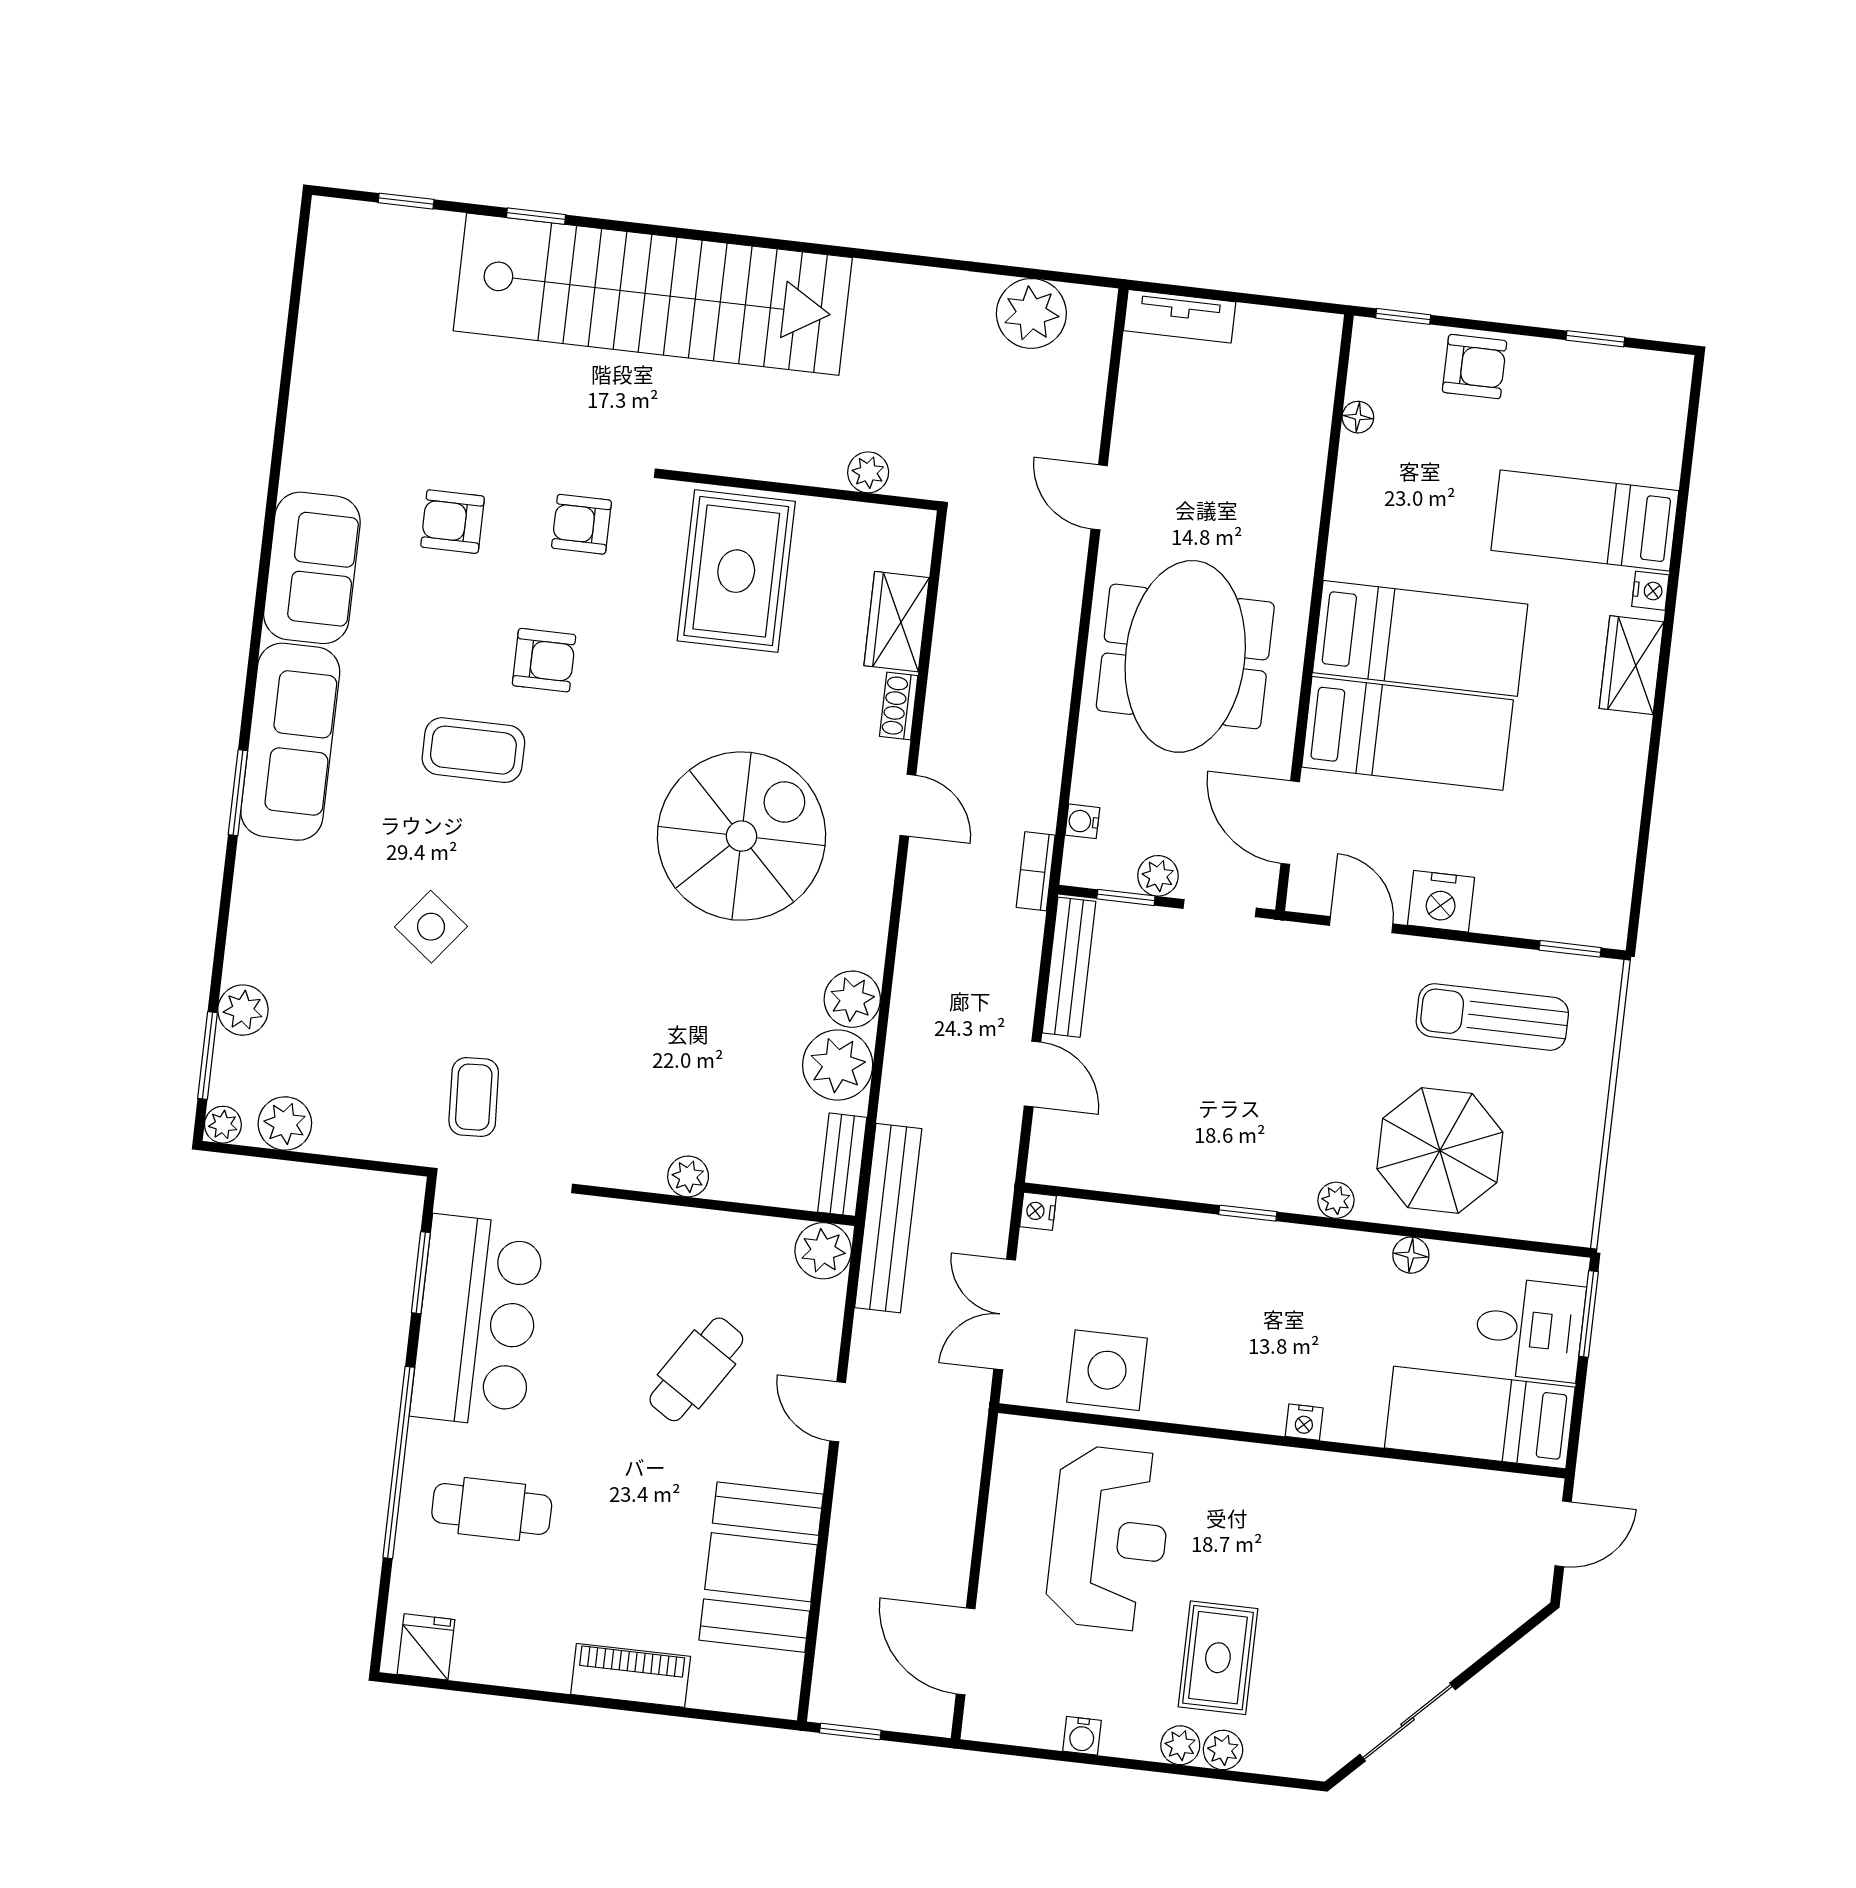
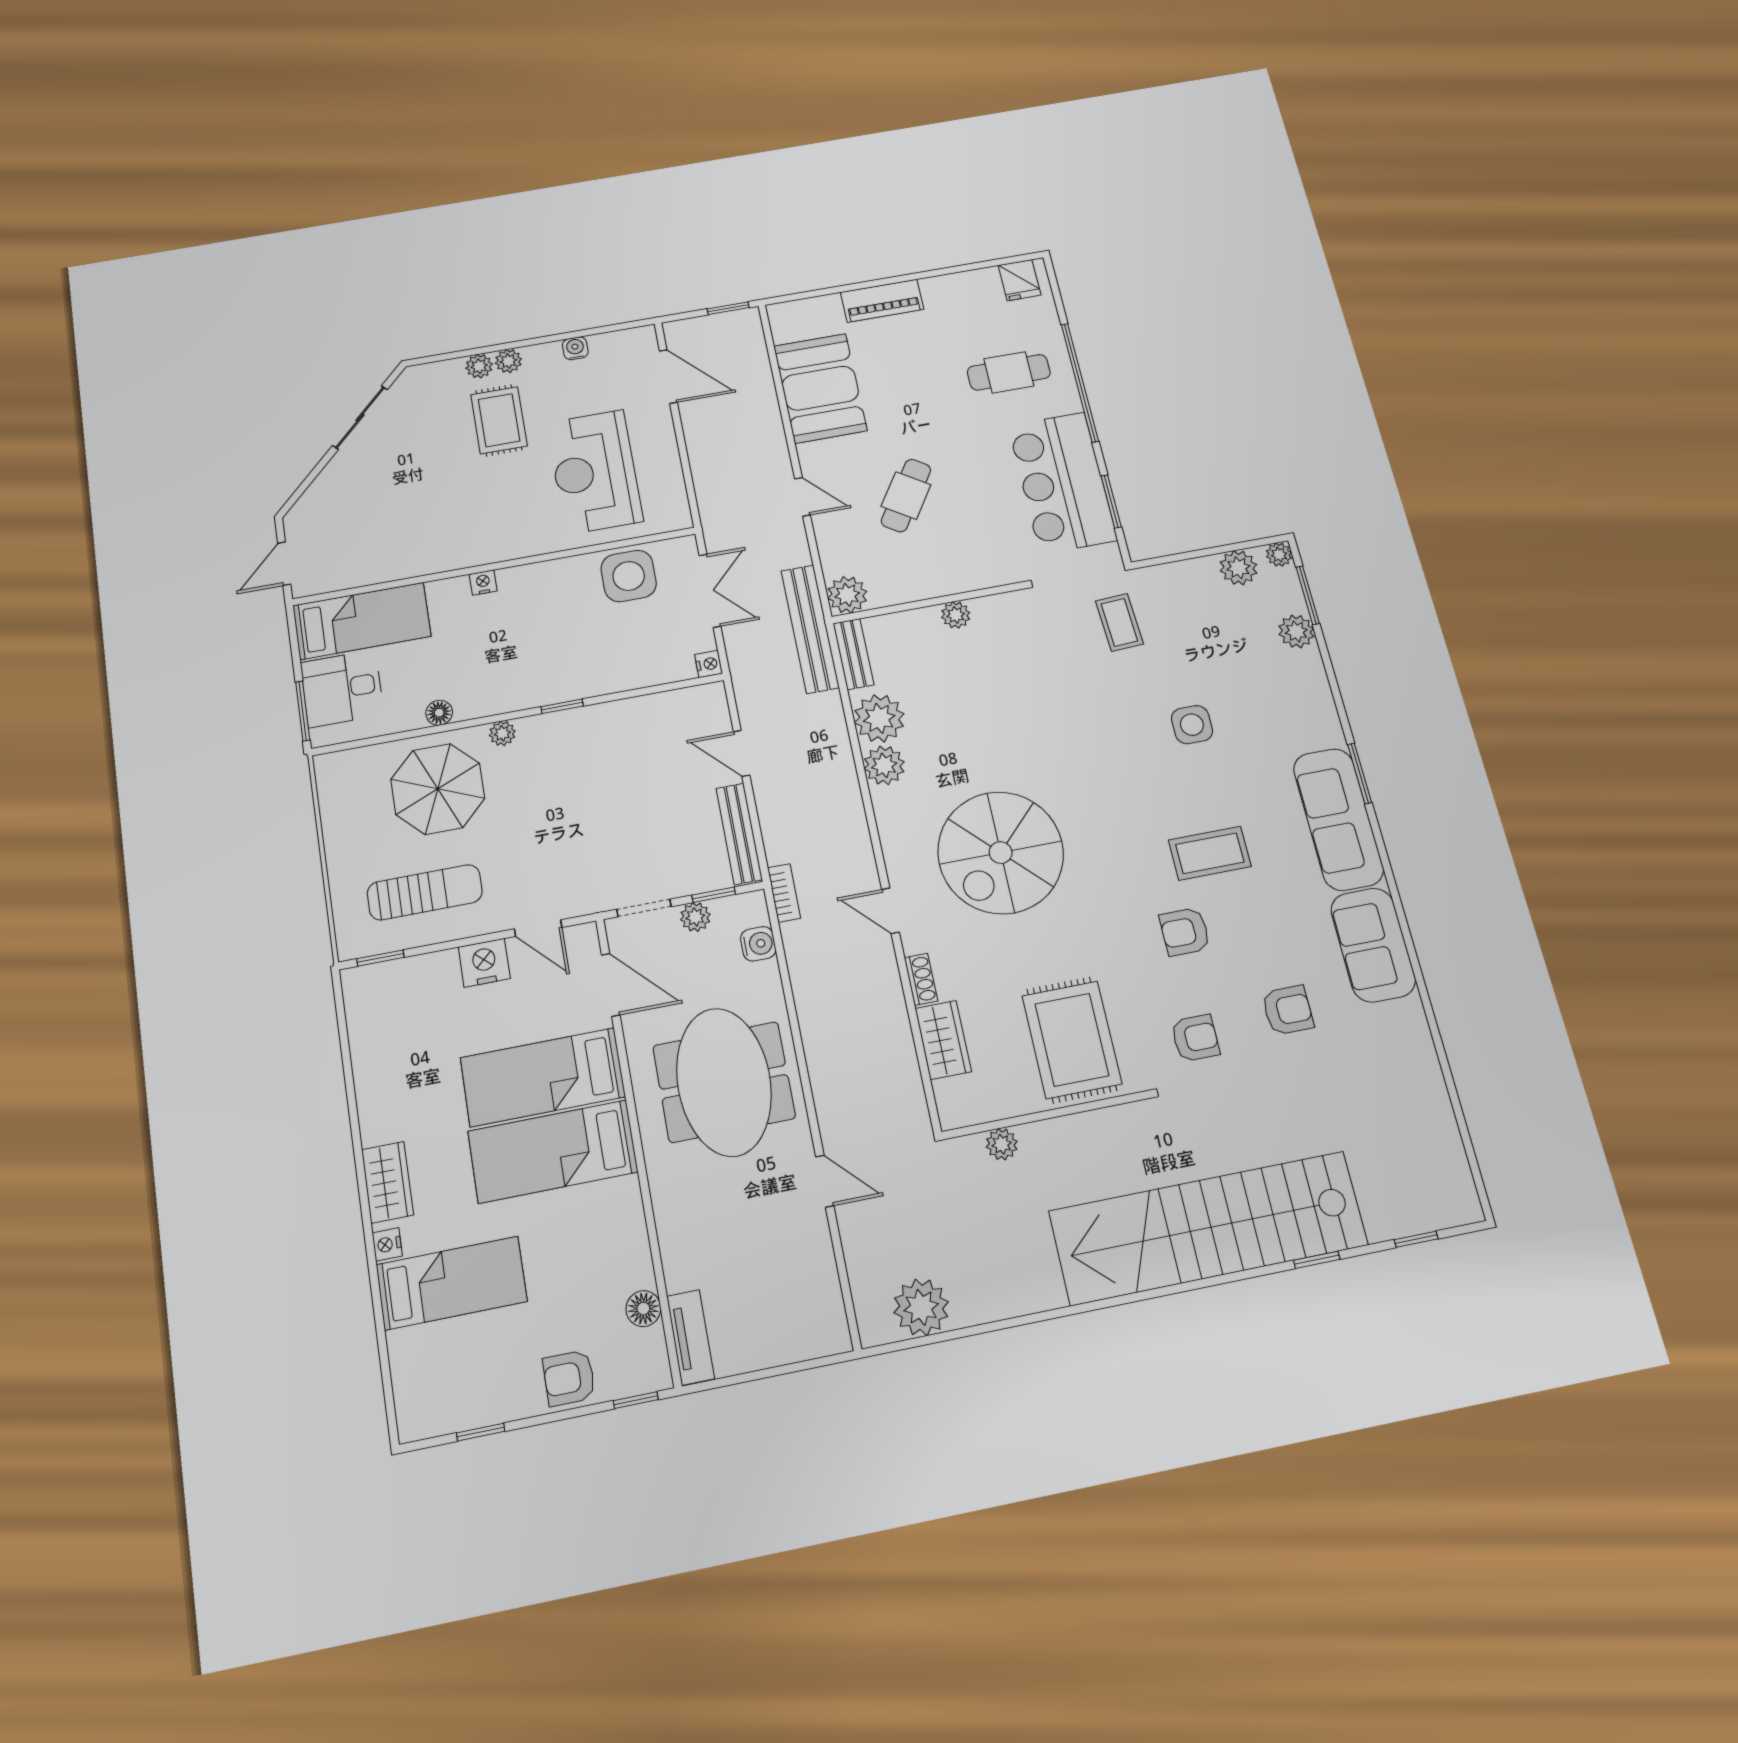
tv unit: (1180, 316) -> (691, 1337), moved, turned 90
floor lamp: (1358, 417) -> (643, 1309), width x1.37, depth x1.37
water cooler: (1082, 821) -> (758, 944), width x1.38, depth x1.38
side table: (431, 927) -> (1192, 725), turned -38

